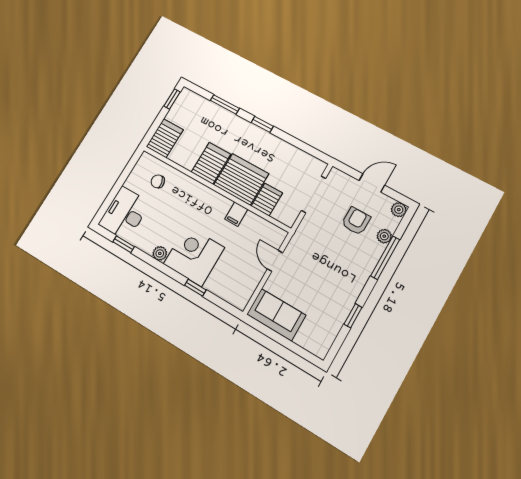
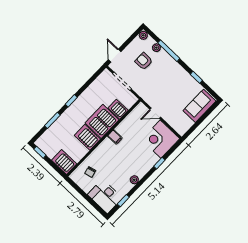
door: (372, 183) -> (115, 56), moved
filing cabinet: (236, 214) -> (115, 137), moved
corner desk: (194, 256) -> (161, 139), moved
sofa: (276, 315) -> (199, 106), moved

